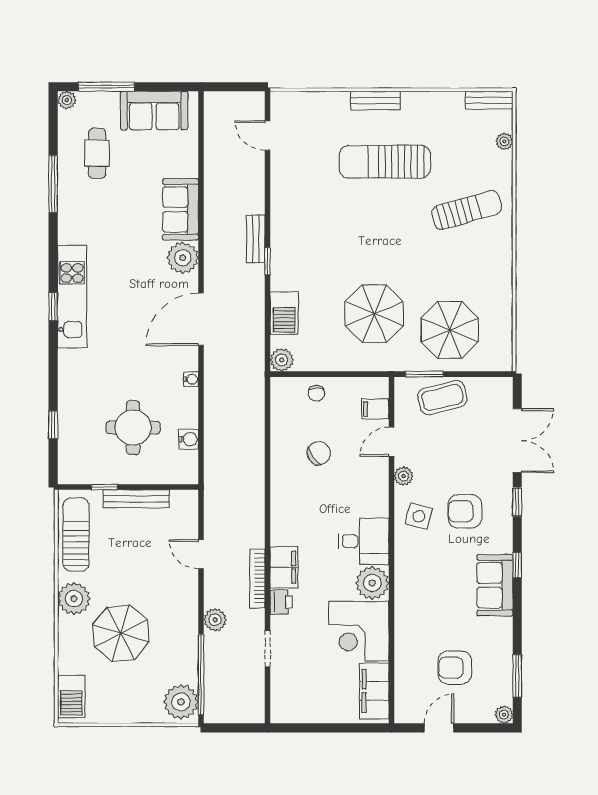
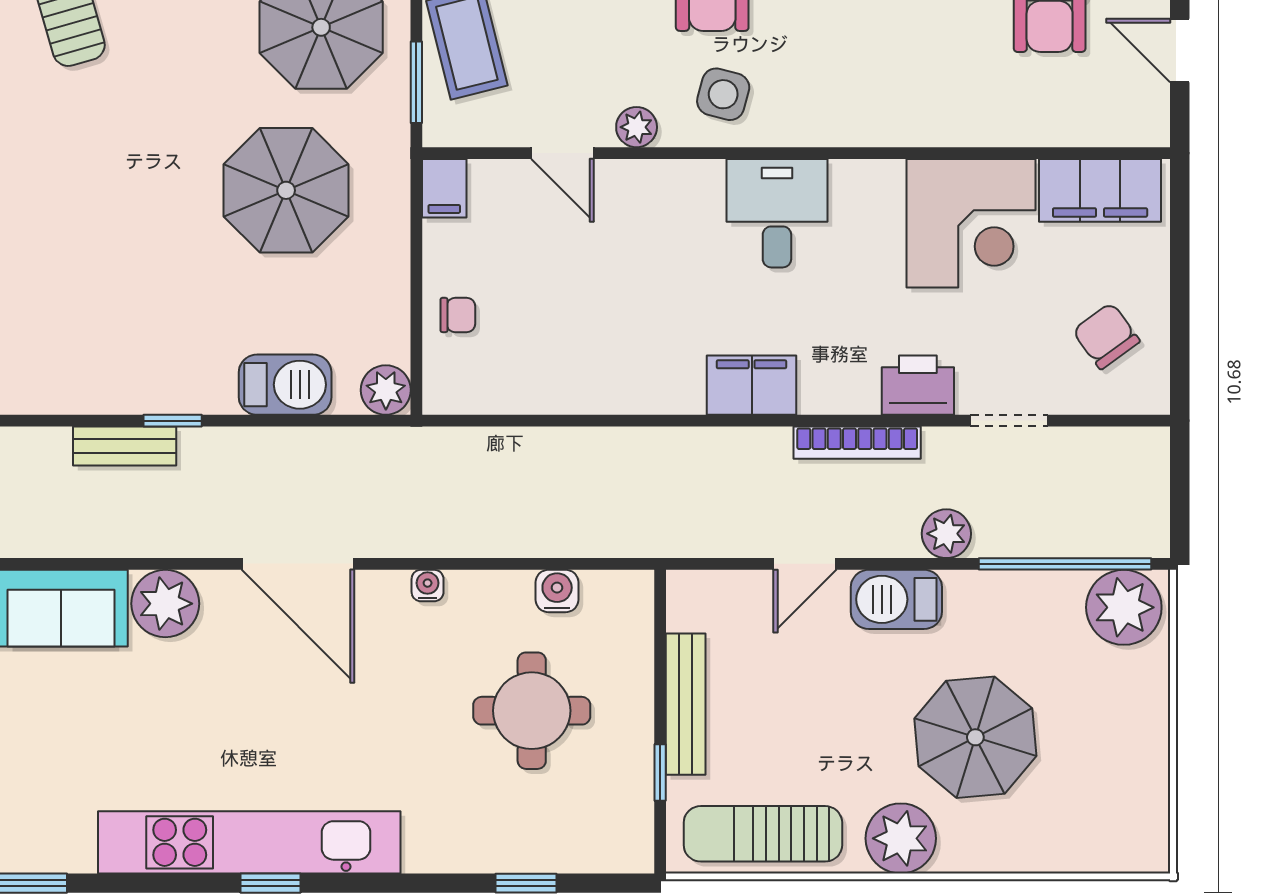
kitchen unit: (72, 297) -> (249, 842), width x1.36
filing cabinet: (375, 409) -> (444, 188), moved
chair: (319, 453) -> (1106, 336), moved
filing cabinet: (284, 567) -> (752, 385), moved
plant: (372, 583) -> (867, 195), removed
printer: (281, 602) -> (918, 385), width x1.36, depth x1.24
barbecue: (71, 697) -> (896, 599), moved, turned 180

